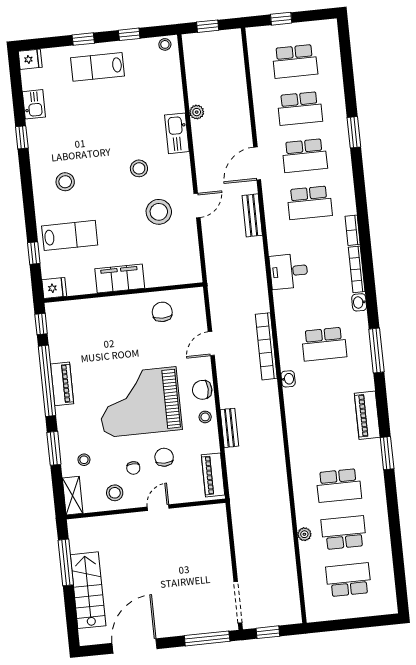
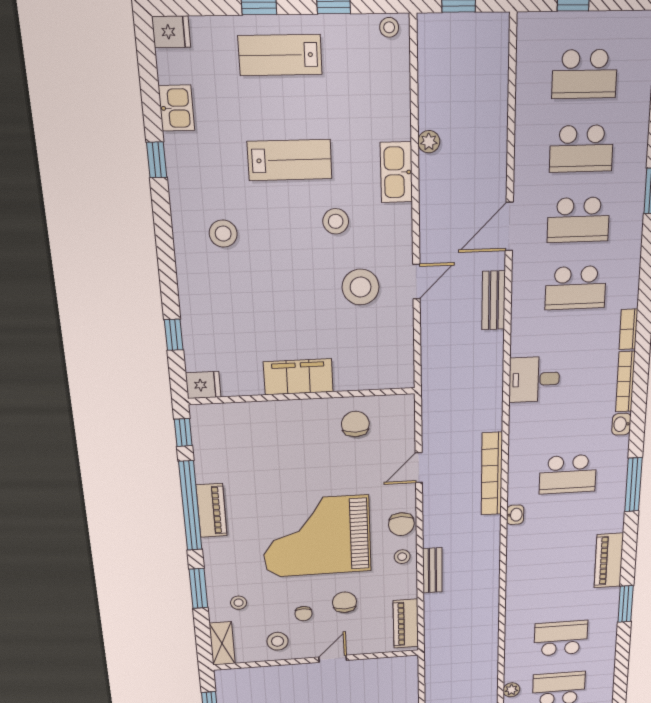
lab bench: (70, 235) -> (290, 160), moved
chair: (202, 390) -> (401, 524), turned -90
school desk: (339, 485) -> (561, 638), turned 180

